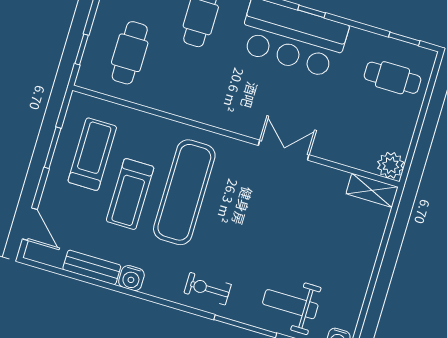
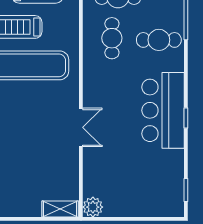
cafe table: (393, 78) -> (112, 38), moved
shelving: (372, 190) -> (60, 209), moved, turned 90

